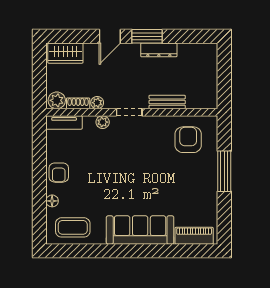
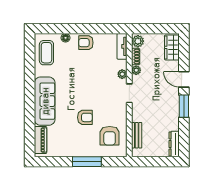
dresser: (159, 50) -> (174, 144), moved
bench: (167, 102) -> (137, 135), moved
armchair: (188, 140) -> (110, 136), turned 90
armchair: (163, 174) -> (85, 117), added

